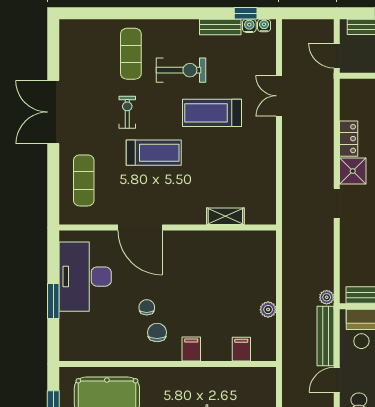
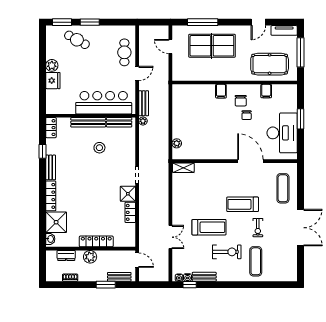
exercise bike: (181, 70) -> (227, 252), turned 180
shelving: (225, 216) -> (183, 168), moved
plant: (268, 310) -> (177, 143), moved
bench: (325, 336) -> (144, 103), width x0.73
filing cabinet: (241, 349) -> (266, 91), moved

